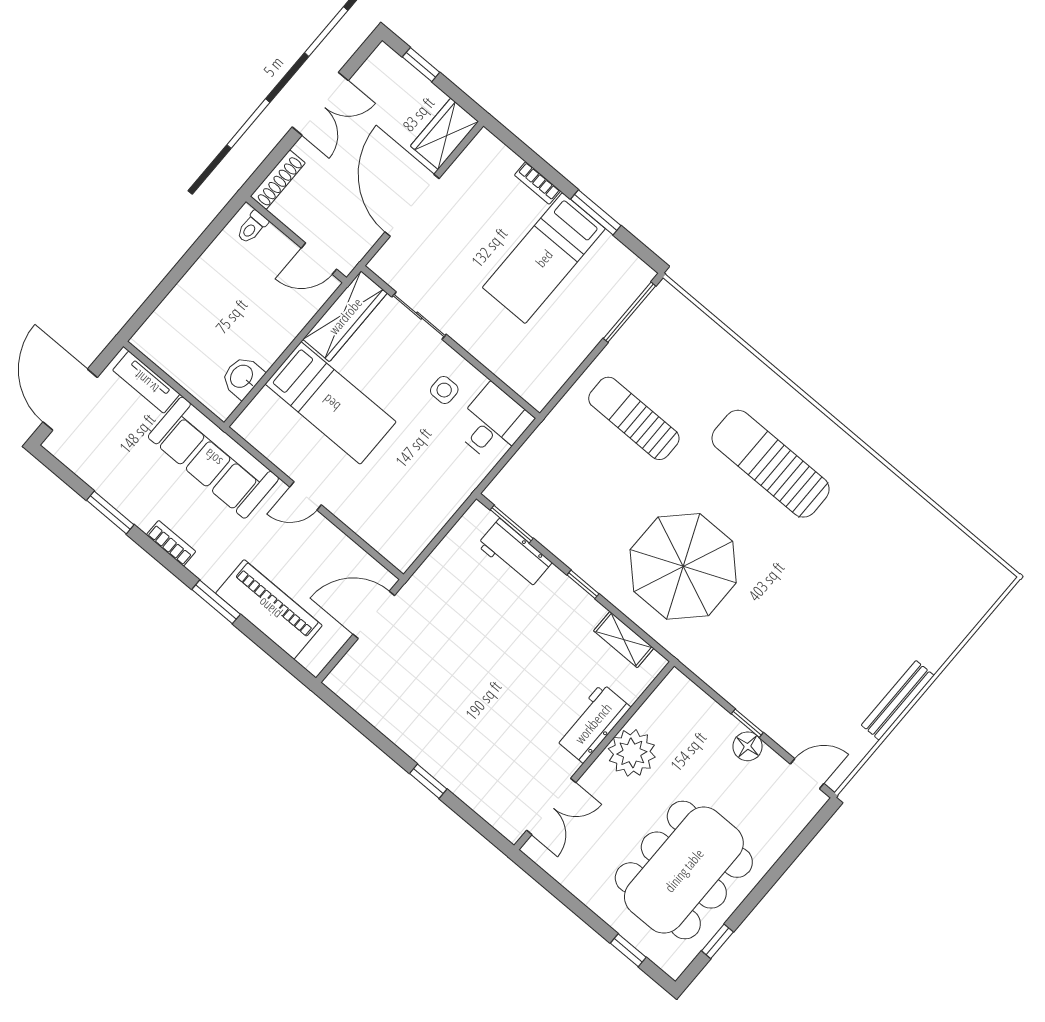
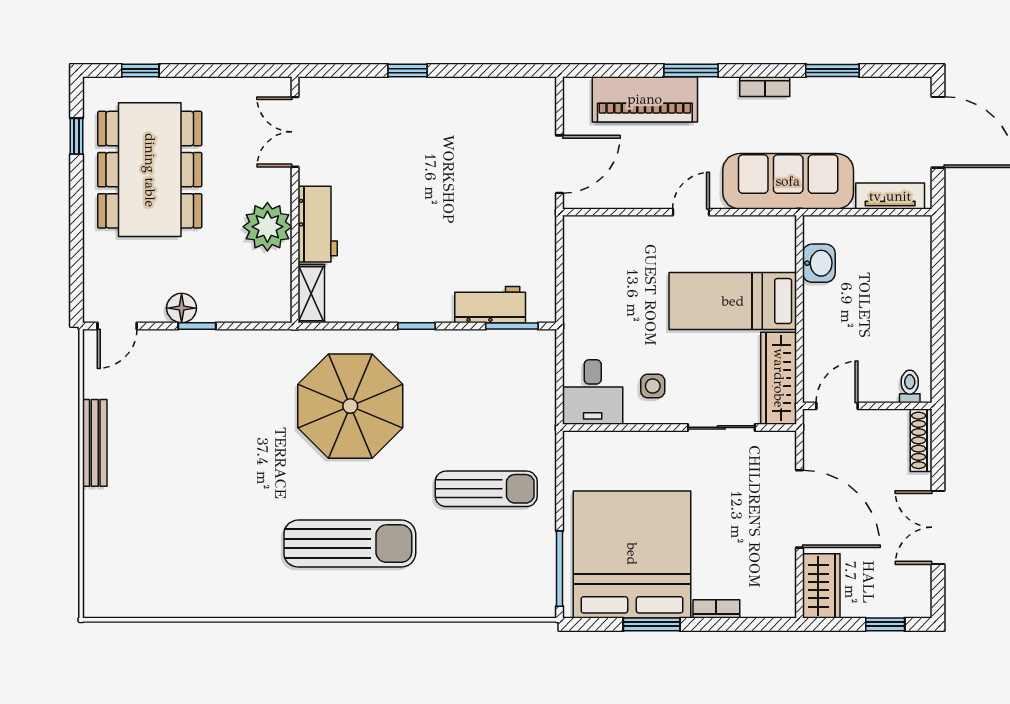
bed: (544, 258) -> (632, 554), width x2.04
shelving: (624, 640) -> (311, 294), moved, turned 90

